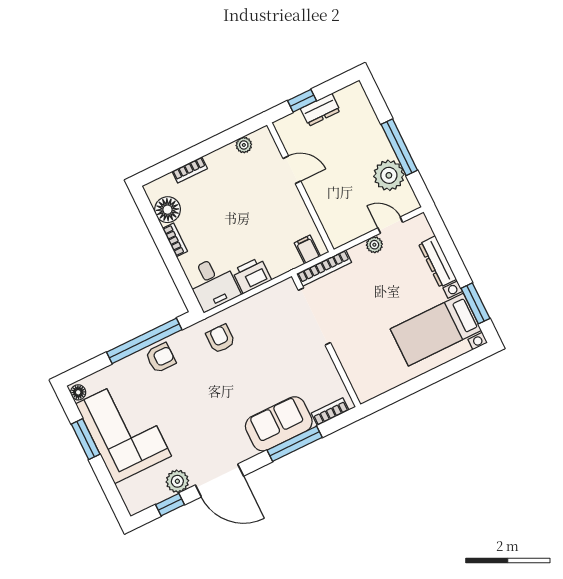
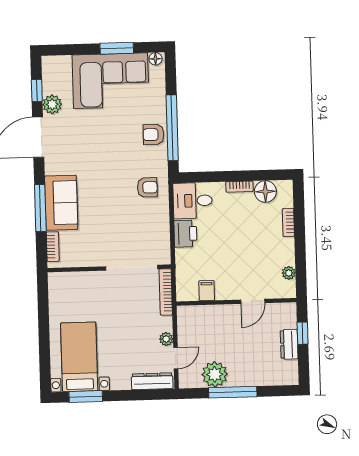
filing cabinet: (307, 250) -> (207, 291), moved, turned -90
dresser: (438, 262) -> (152, 381), moved
armchair: (161, 358) -> (153, 134), turned 90

